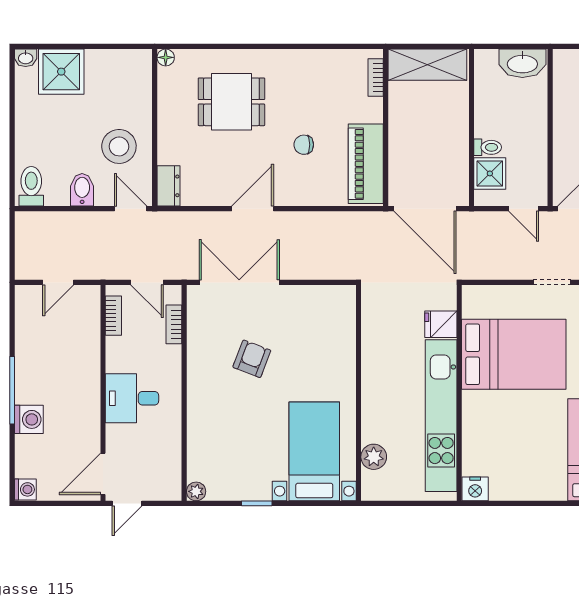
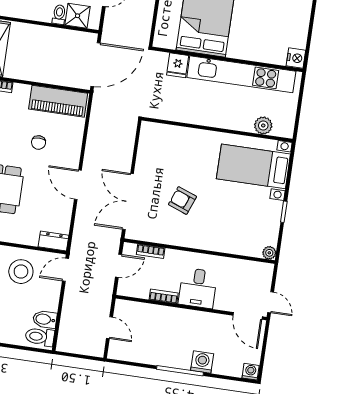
bidet: (82, 190) -> (45, 319), moved
bookcase: (113, 316) -> (164, 296), moved

